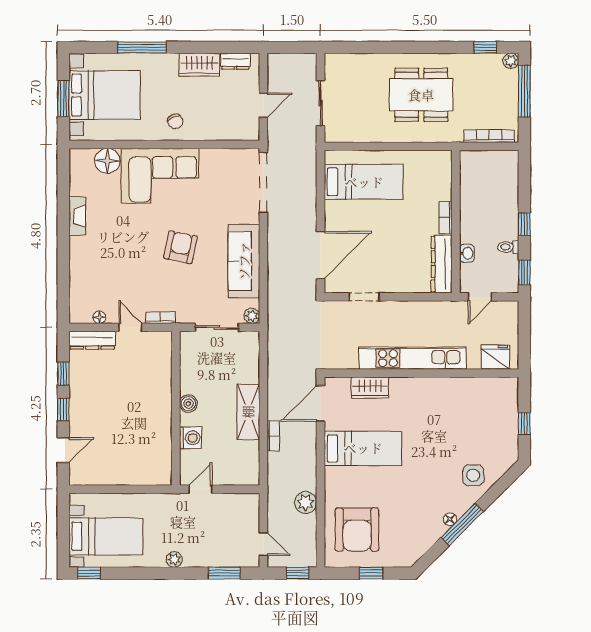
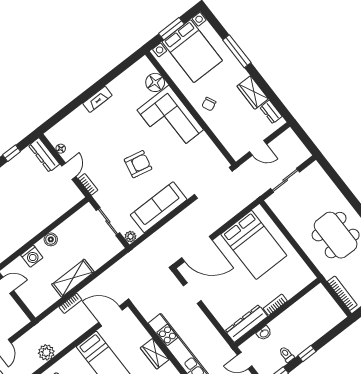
bed: (364, 182) -> (254, 245), width x1.50
fireplace: (77, 216) -> (97, 99), moved
wardrobe: (370, 388) -> (155, 354), moved

